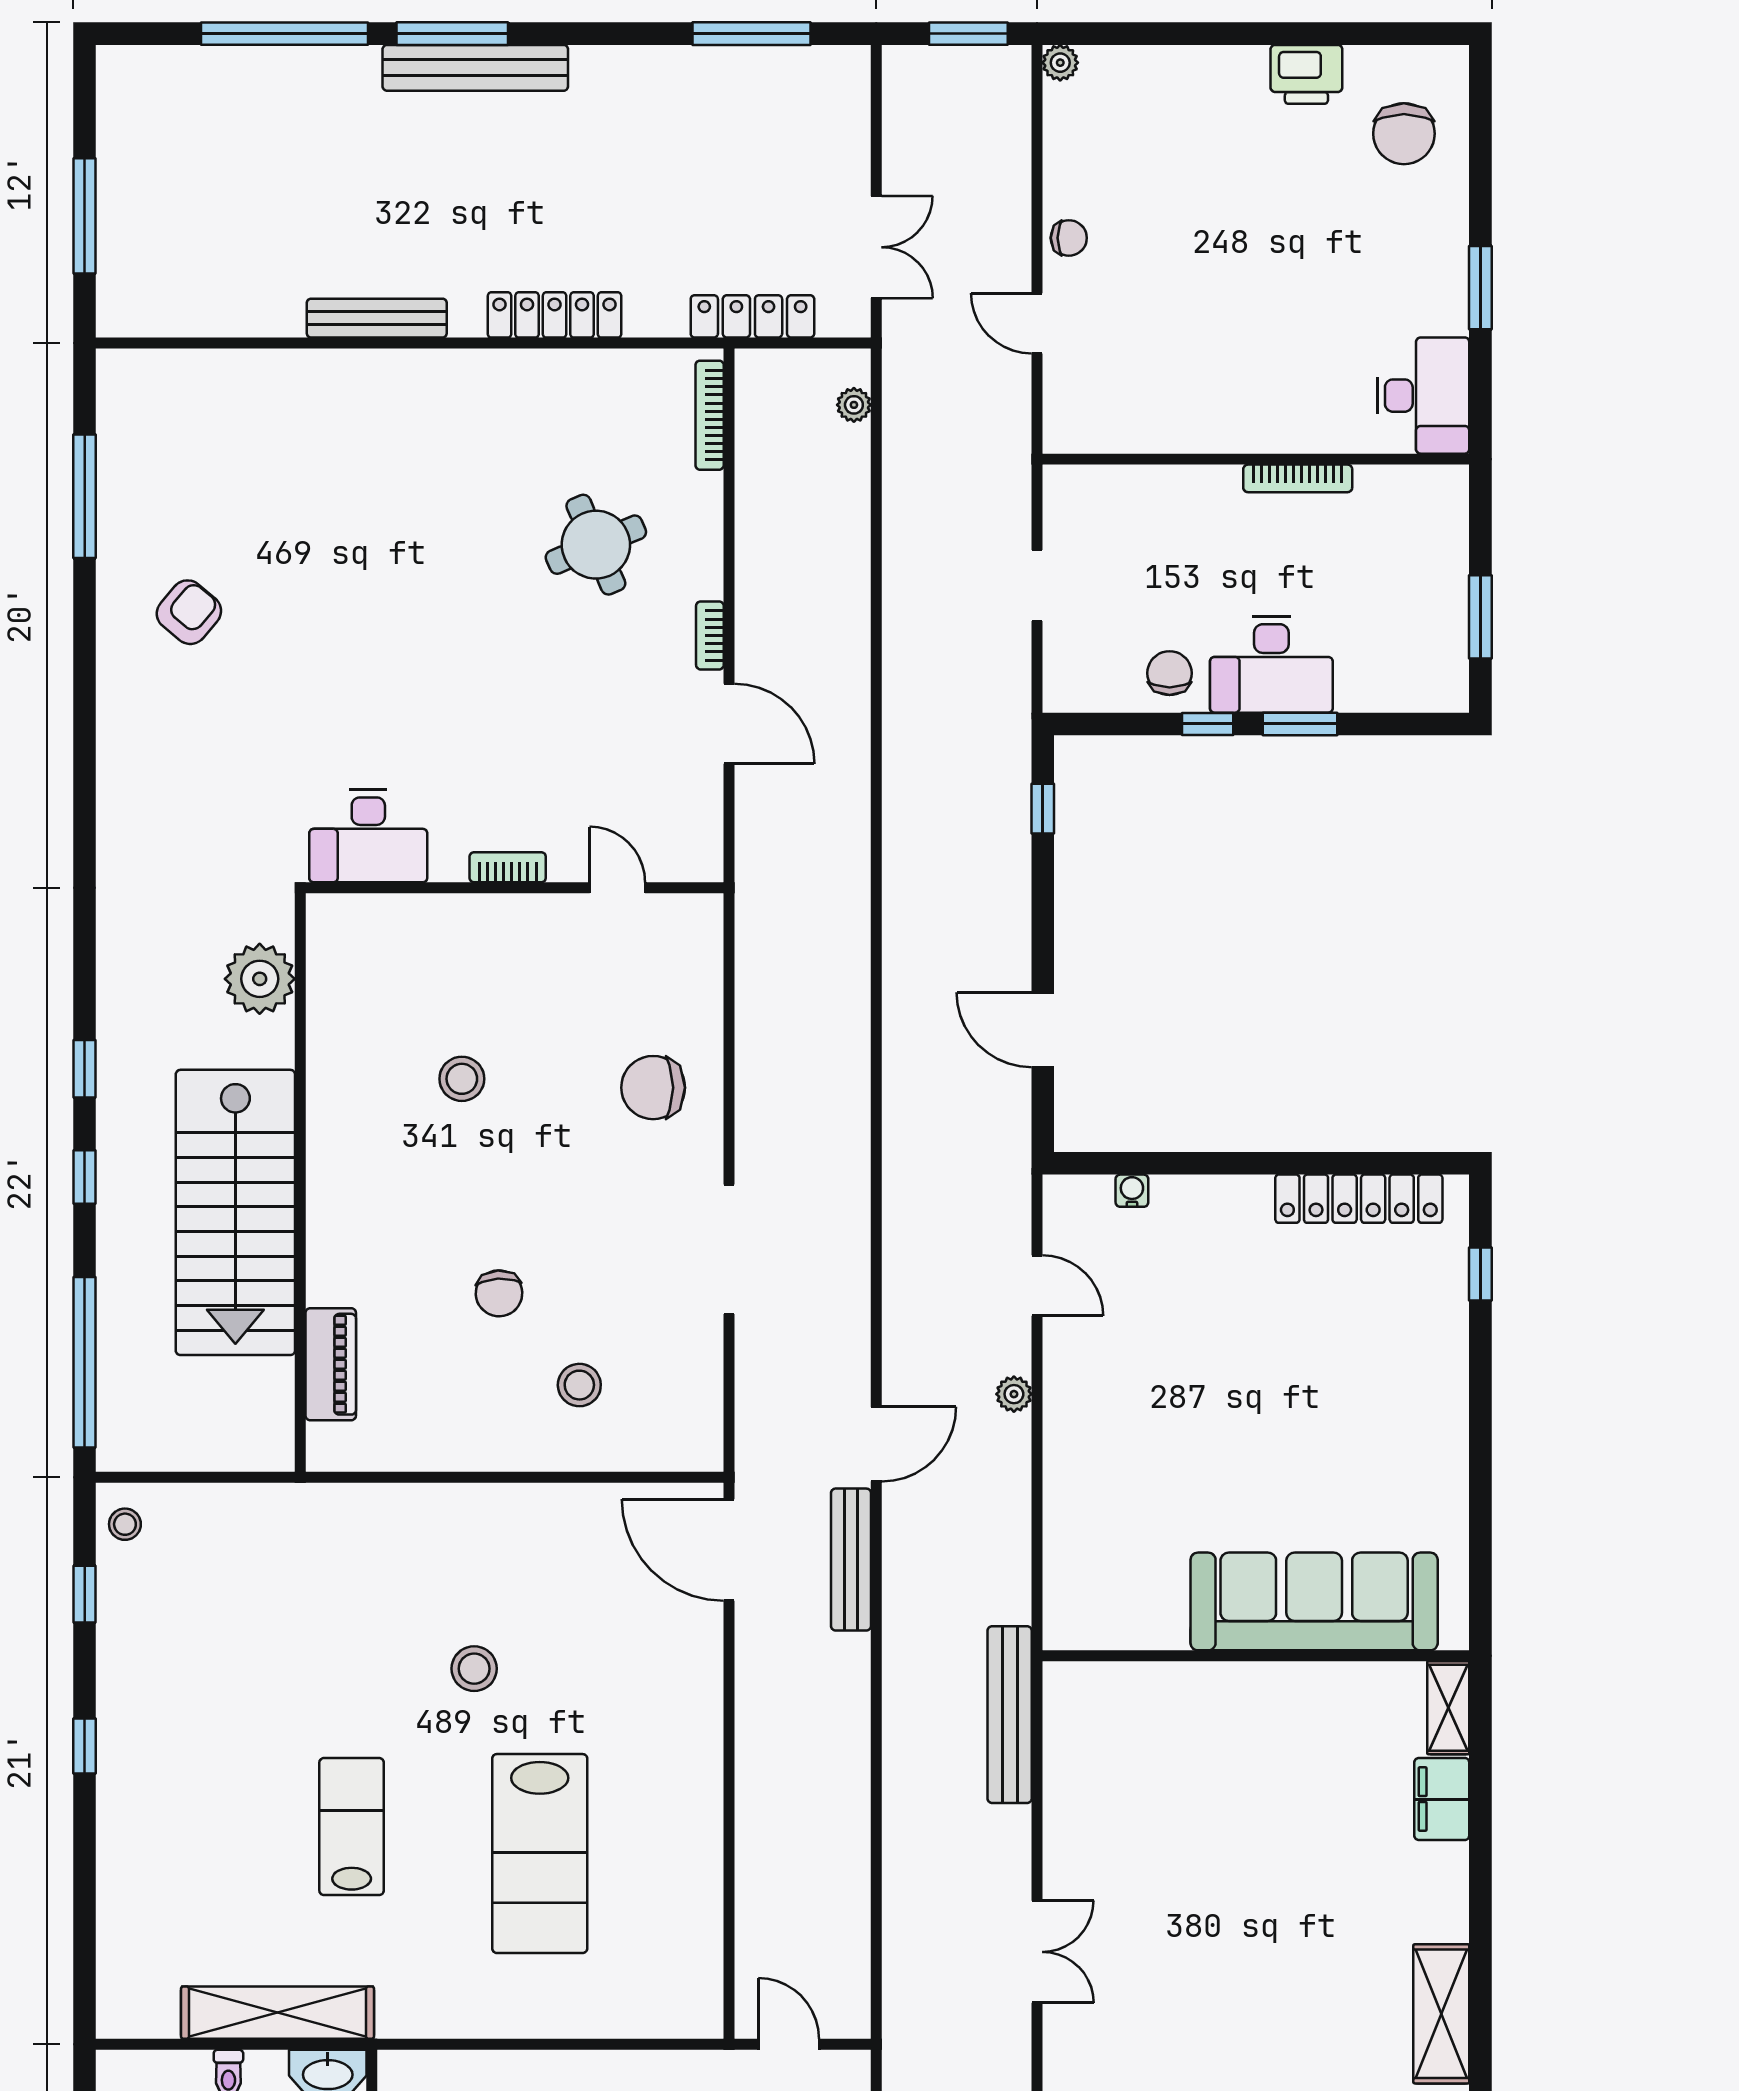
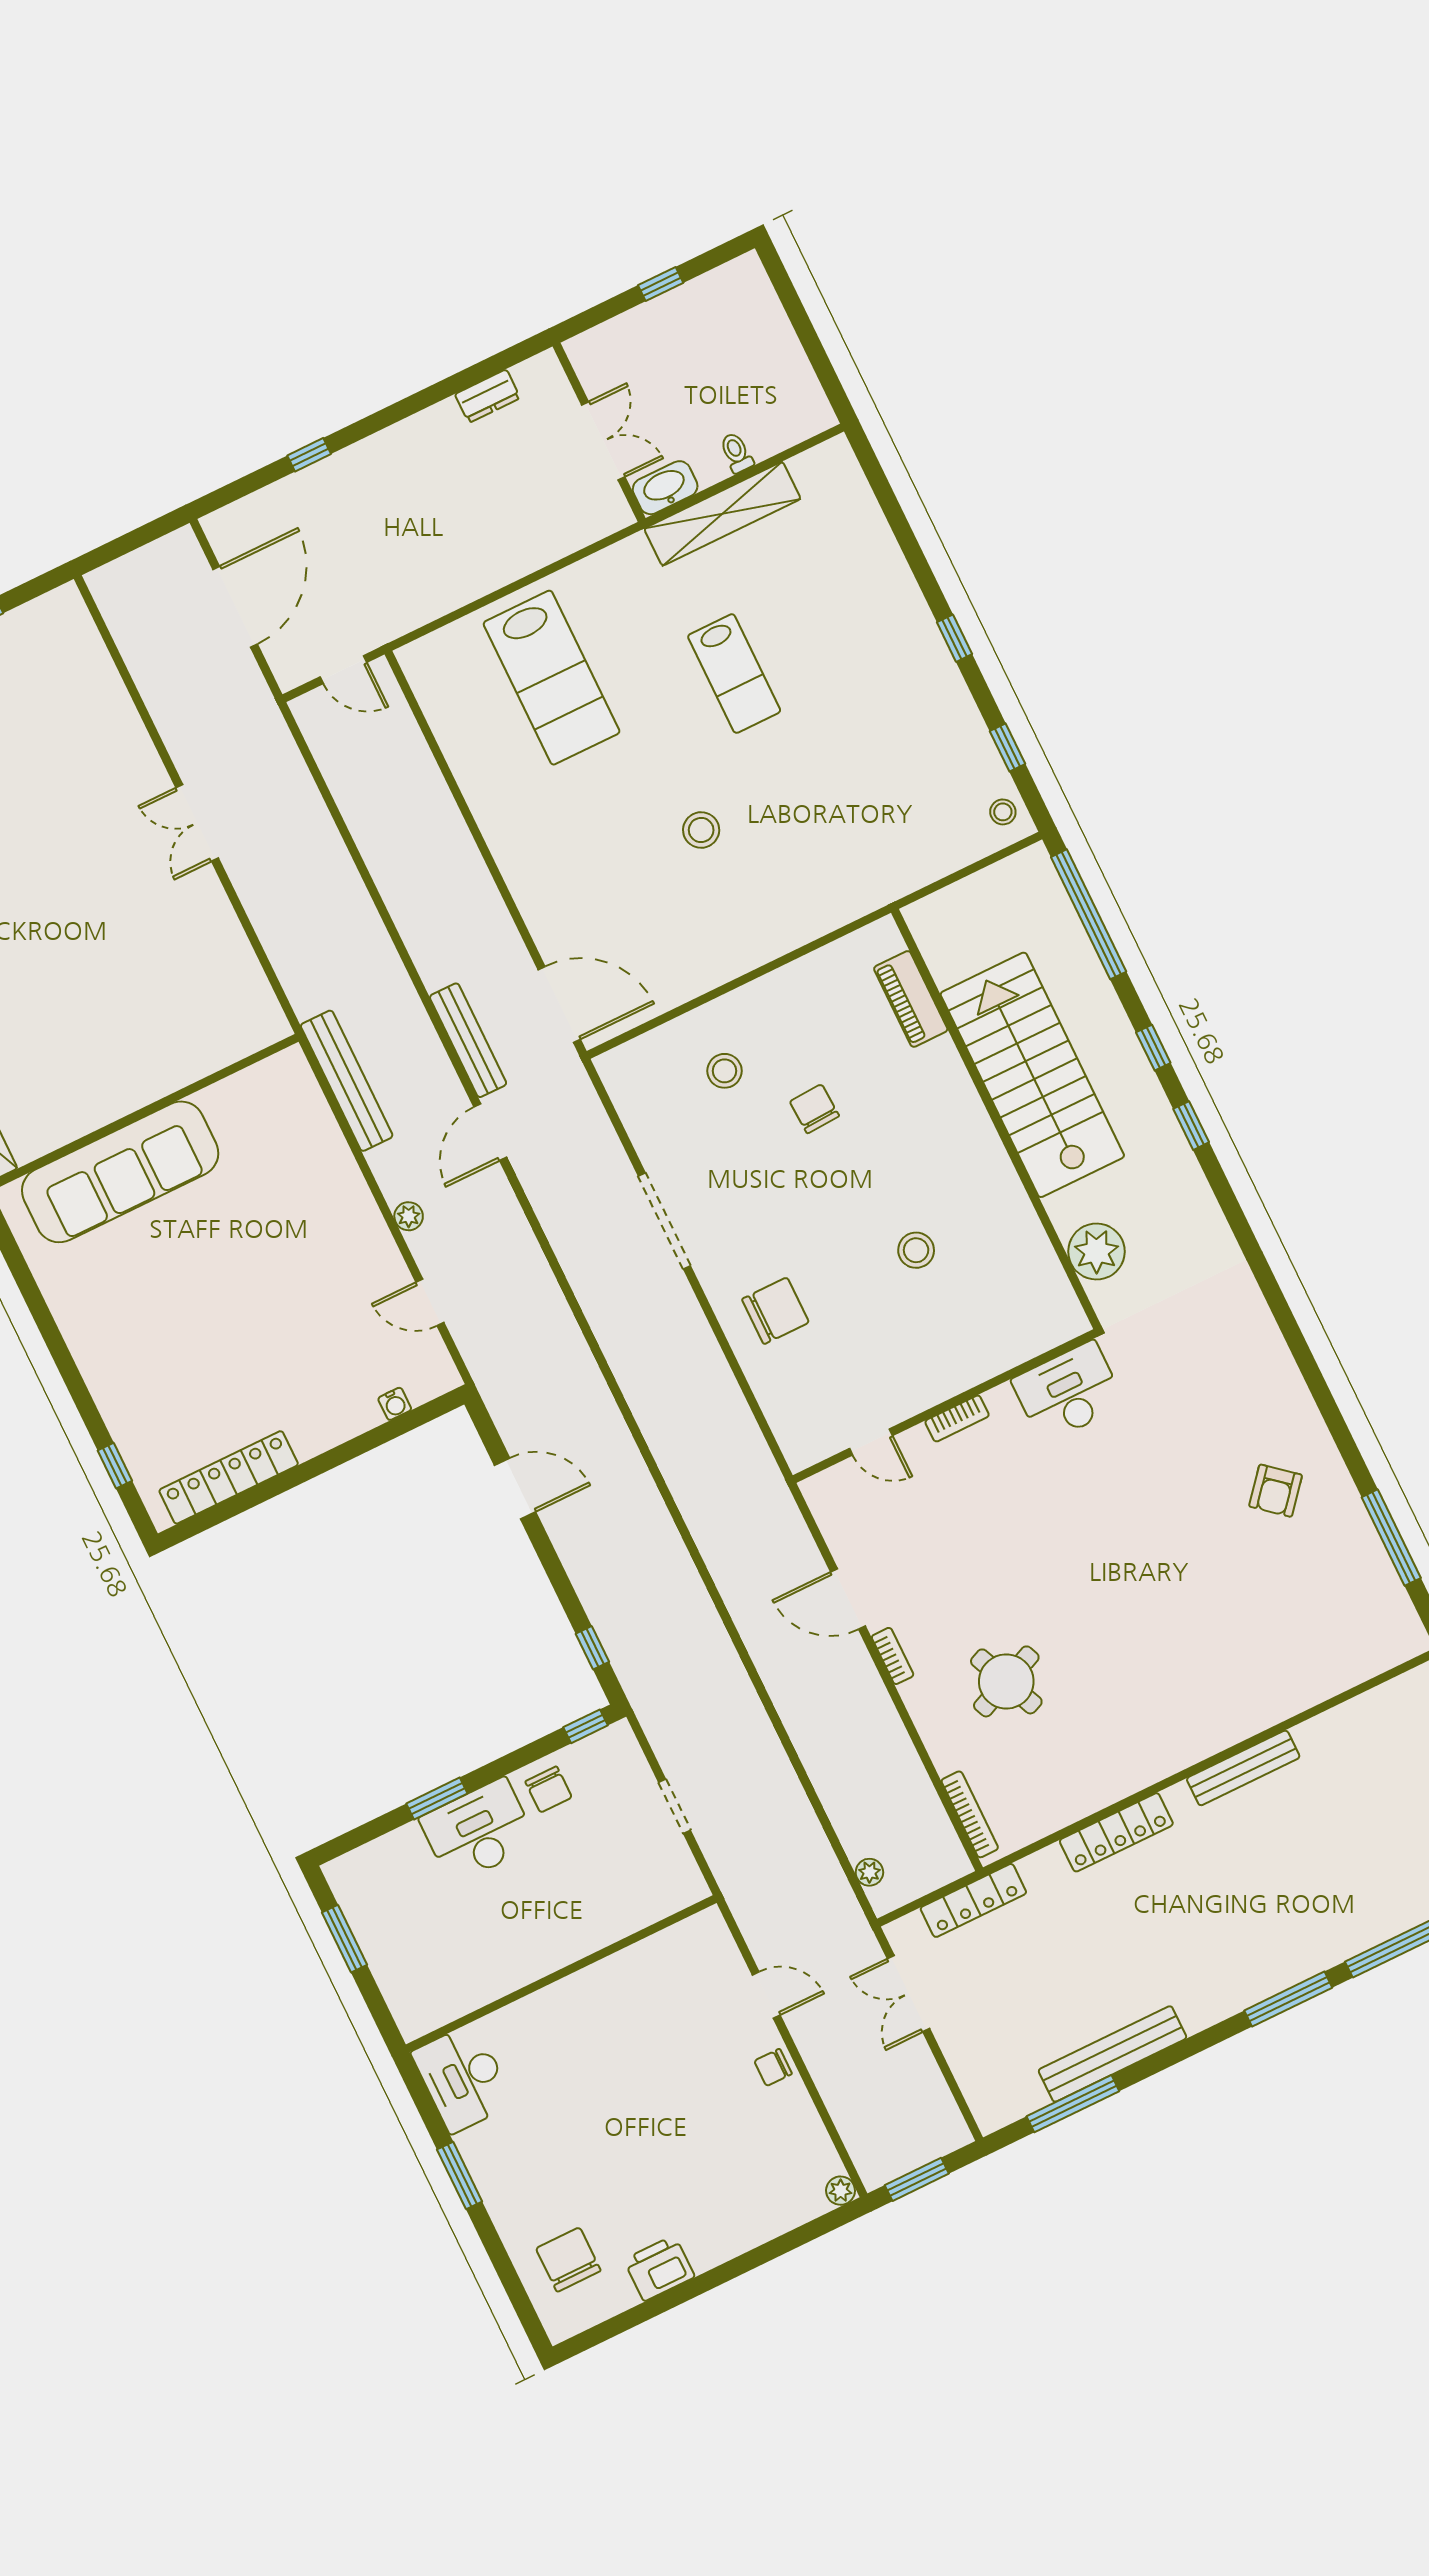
bench: (475, 68) -> (1112, 2054), moved
bookcase: (1298, 478) -> (524, 1974), removed
window: (1208, 724) -> (585, 1726), moved
bench: (1010, 1715) -> (347, 1081), moved
lab bench: (540, 1854) -> (552, 678), moved, turned 180

